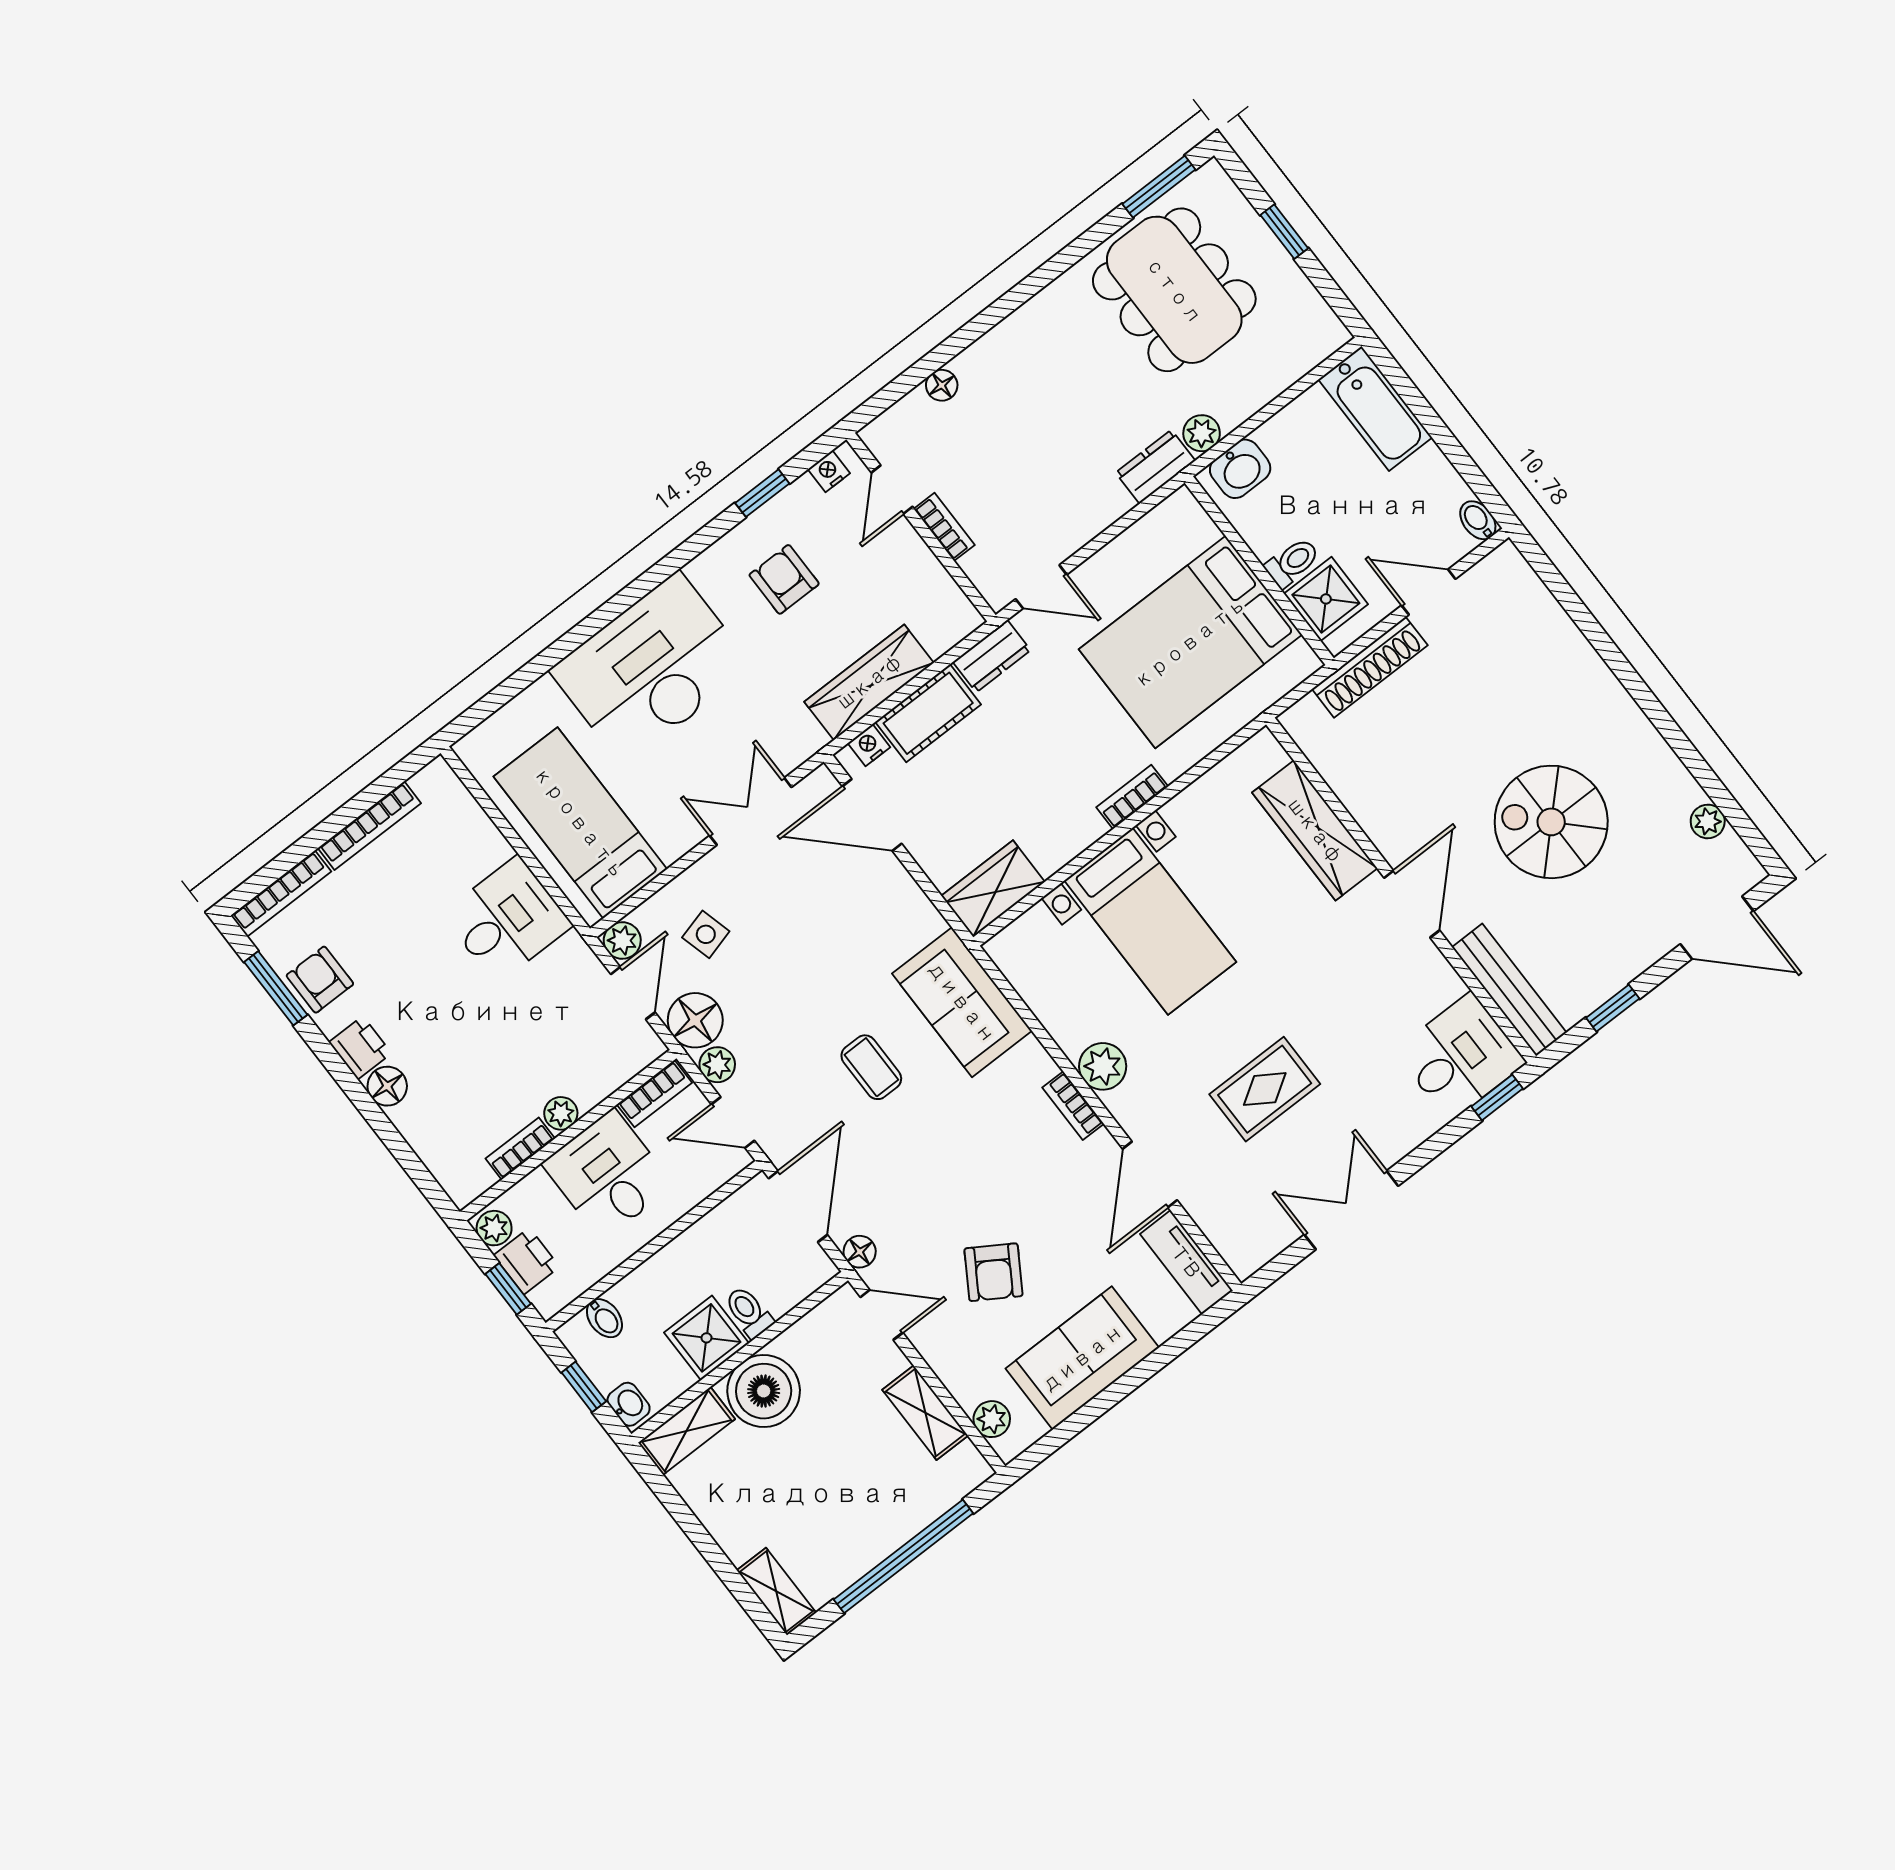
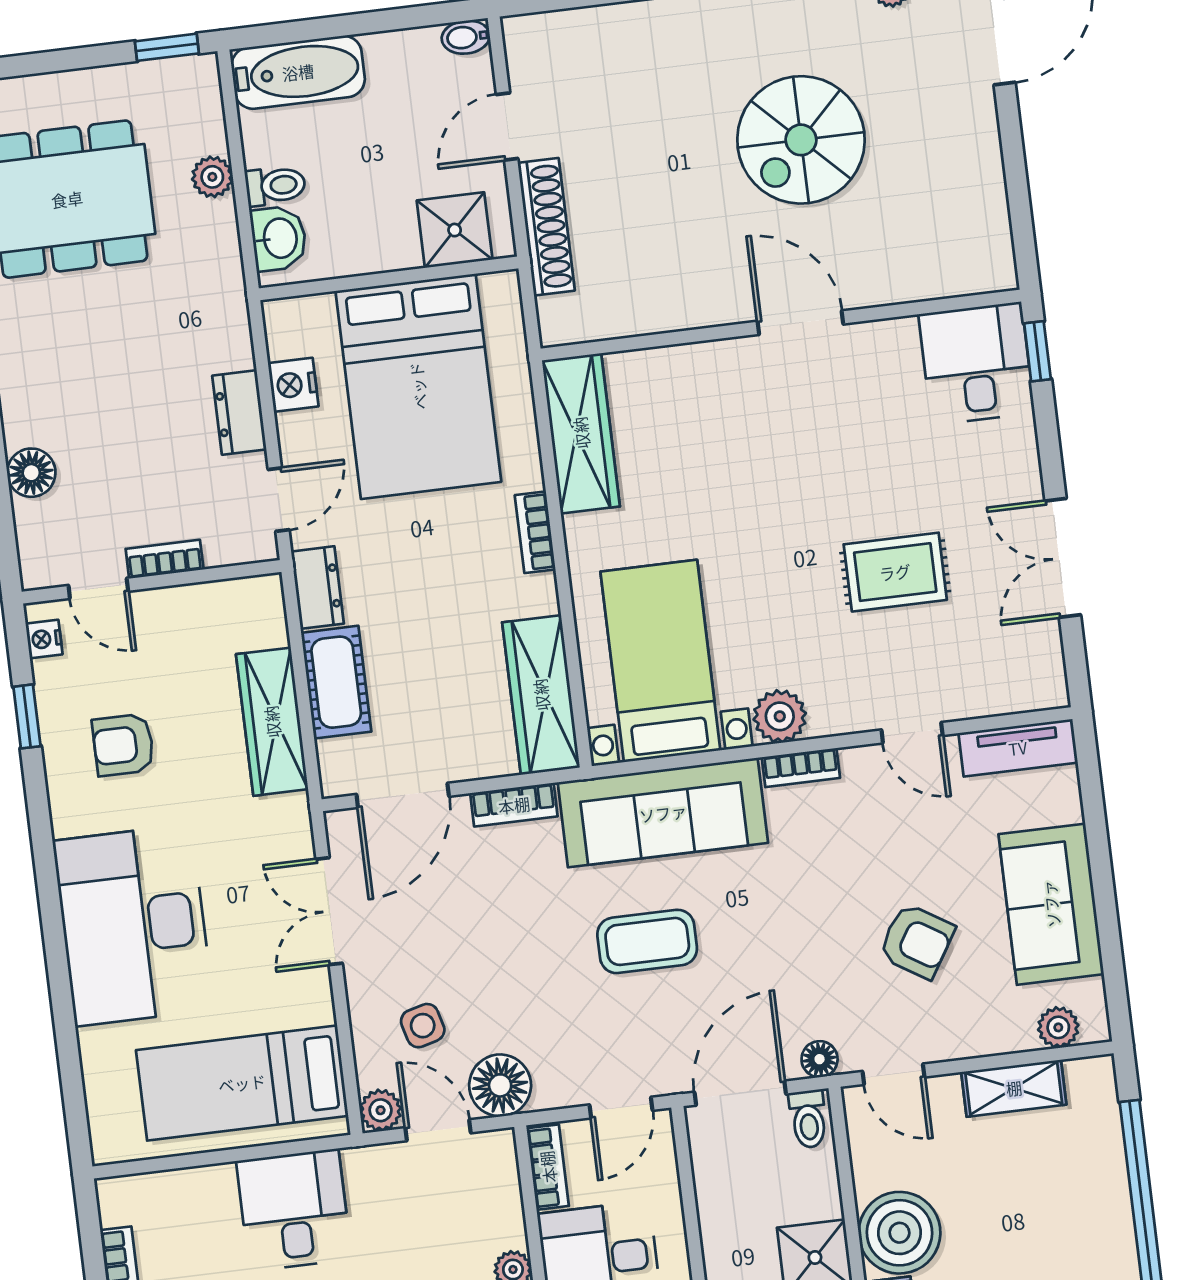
window: (1284, 232) -> (167, 47), moved
floor lamp: (942, 385) -> (31, 473), width x1.37, depth x1.37
plant: (1202, 433) -> (212, 177), moved
dresser: (1155, 467) -> (239, 413), moved
toilet: (1292, 562) -> (275, 186), moved, turned 90
nightstand: (869, 745) -> (293, 385), moved, width x1.39, depth x1.35
wardrobe: (1315, 830) -> (581, 433), moved, turned -90
wardrobe: (993, 889) -> (541, 695), width x1.50
bookcase: (915, 904) -> (514, 805), added
bed with nightstands: (1150, 921) -> (660, 661), moved, turned -90
bench: (1509, 990) -> (940, 278), removed
sofa: (962, 1002) -> (663, 813), width x1.36
window: (1613, 1008) -> (1017, 187), removed
plant: (717, 1065) -> (556, 1090), removed
coffee table: (871, 1067) -> (647, 941), width x1.36, depth x1.30
rug: (1265, 1089) -> (895, 572), turned 90
door: (1150, 1175) -> (912, 733), width x0.73
door: (798, 1207) -> (740, 1093), hinge flipped
toilet: (749, 1312) -> (808, 1119), moved, turned -90
door: (882, 1315) -> (894, 1074), swing flipped

